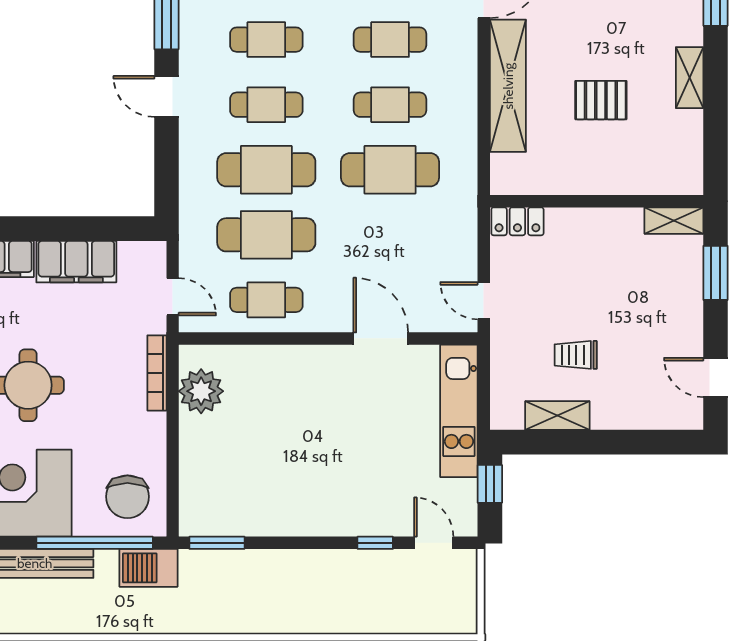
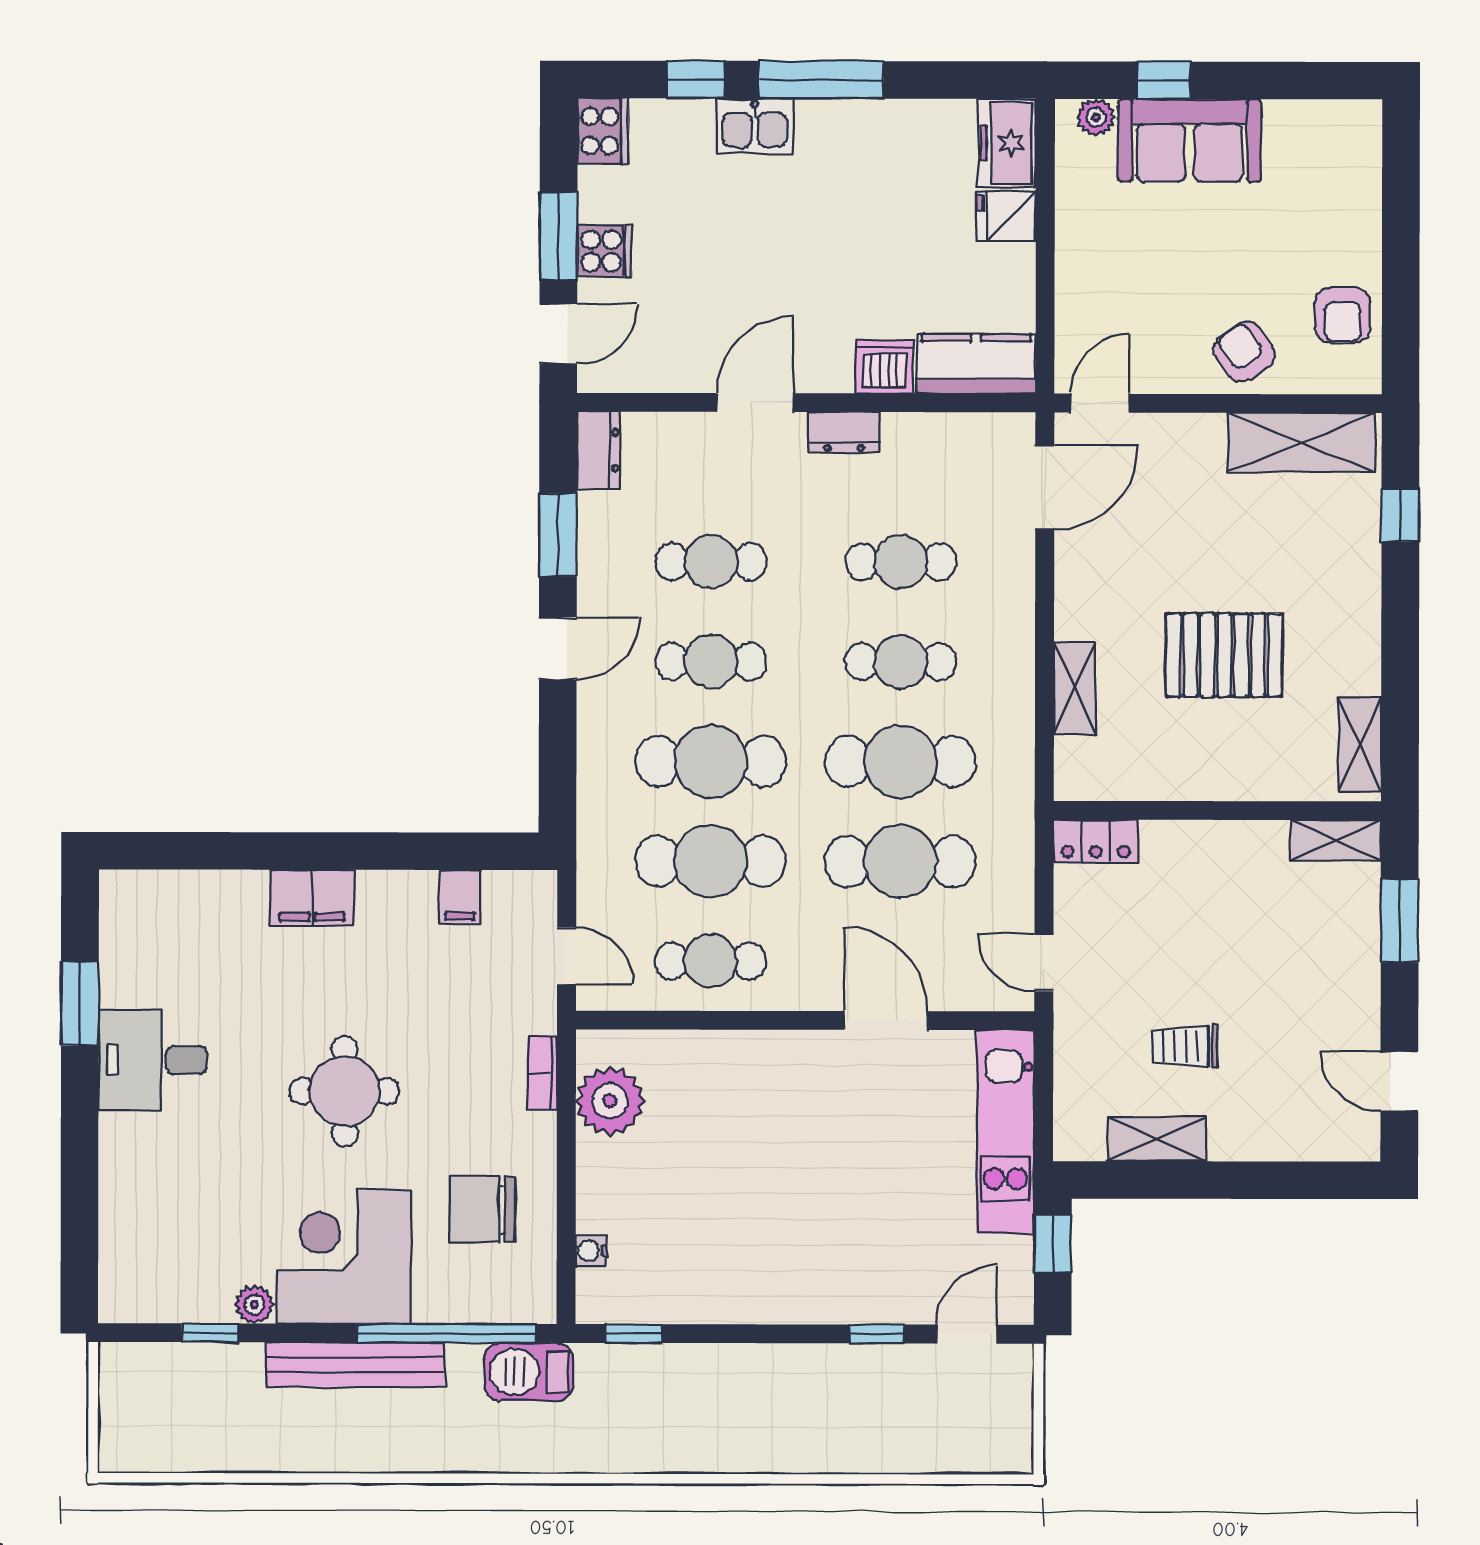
shelving: (690, 78) -> (1360, 744), moved
shelving: (508, 86) -> (1075, 688), width x0.45, depth x0.75
door: (167, 96) -> (558, 648), swing flipped
pallet: (601, 100) -> (1224, 655), width x1.50, depth x1.42
cafe table: (390, 235) -> (900, 861), added
filing cabinet: (76, 262) -> (460, 897), width x0.33, depth x0.86
bookcase: (157, 373) -> (542, 1073), width x0.64
water cooler: (189, 489) -> (591, 1251), added
chair: (127, 497) -> (482, 1210), moved, turned 90
window: (217, 543) -> (634, 1334), width x0.67
door: (434, 543) -> (967, 1334), hinge flipped

